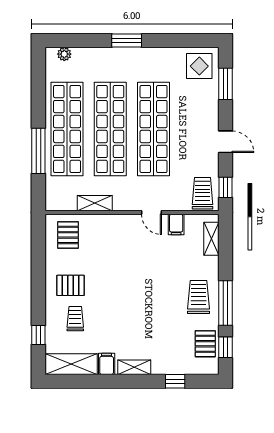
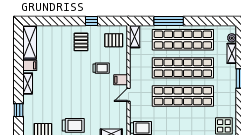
shelving: (88, 54) -> (232, 53), added
shelving: (95, 203) -> (135, 37), moved
filing cabinet: (176, 225) -> (121, 80), moved
trolley: (75, 319) -> (101, 68), moved
window: (38, 335) -> (92, 21), moved

